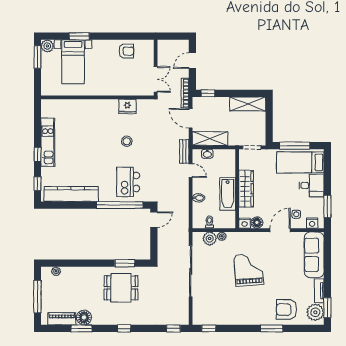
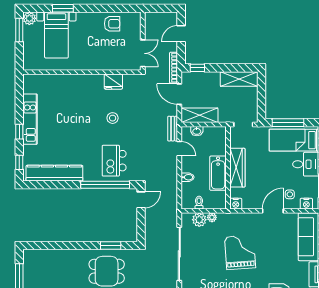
floor lamp: (257, 222) -> (249, 203), removed
plant: (56, 271) -> (39, 254), removed

